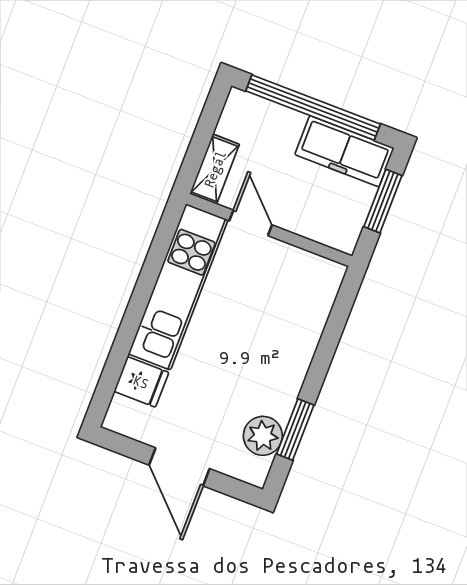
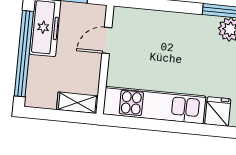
door: (251, 223) -> (107, 40), moved

